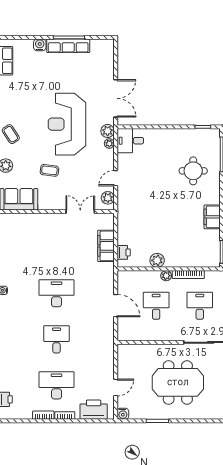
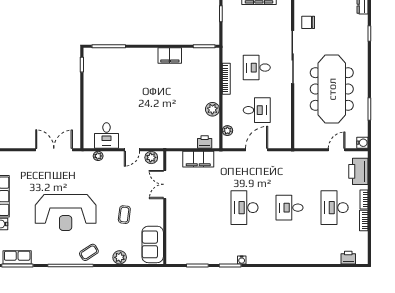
reception desk: (67, 124) -> (66, 212), moved
plant: (108, 131) -> (86, 158), removed
desk: (130, 141) -> (106, 135), moved
round table: (193, 171) -> (125, 74), removed
door: (116, 178) -> (132, 150), hinge flipped
plant: (166, 276) -> (227, 131), moved
desk: (156, 306) -> (257, 110), turned 180
meeting table: (178, 382) -> (332, 89), width x1.36
door: (116, 387) -> (337, 150), hinge flipped

